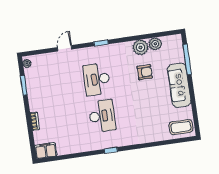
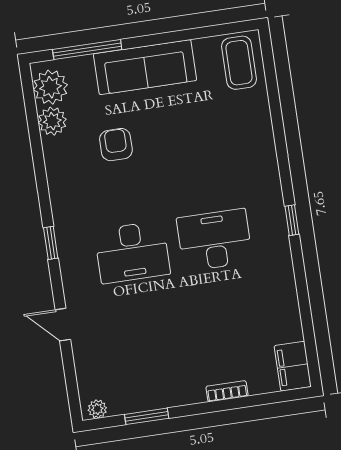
plant: (141, 47) -> (50, 87), moved

